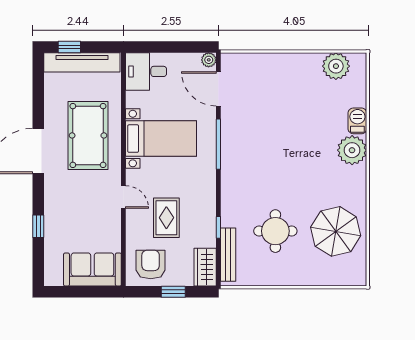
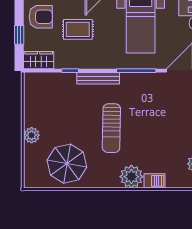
sun lounger: (291, 175) -> (111, 128), added
round table: (275, 231) -> (67, 116), removed
bench: (228, 255) -> (98, 78), moved
plant: (300, 276) -> (32, 135), added

